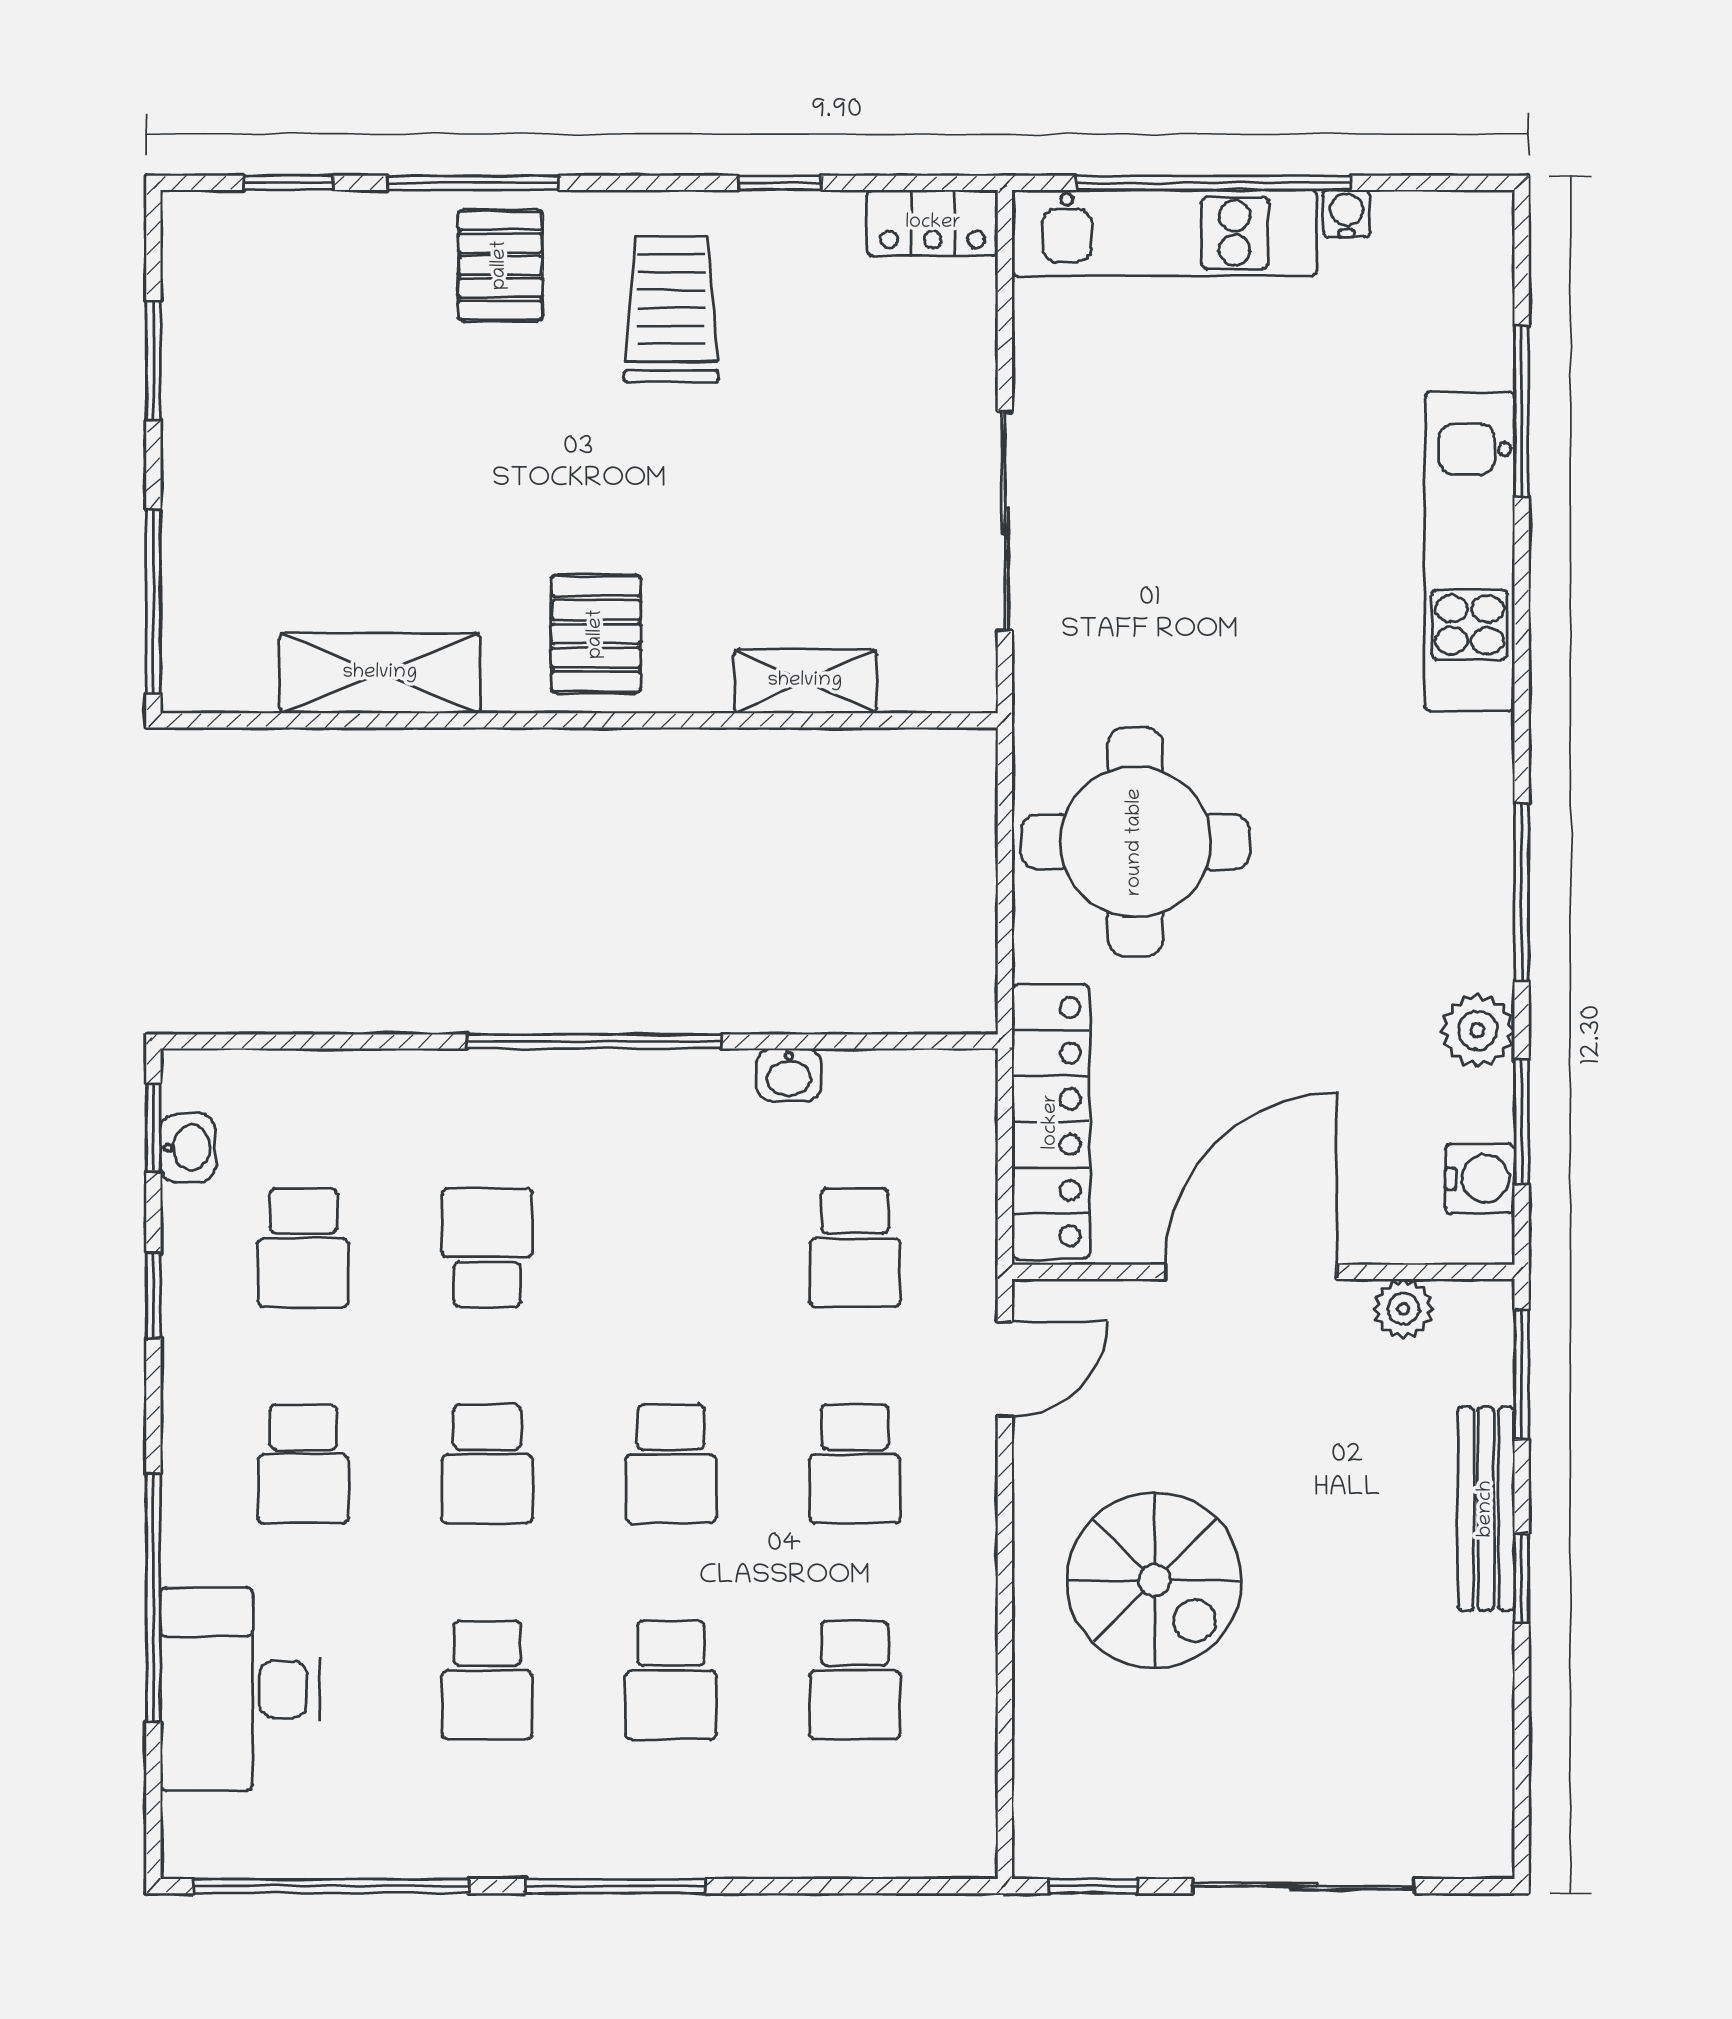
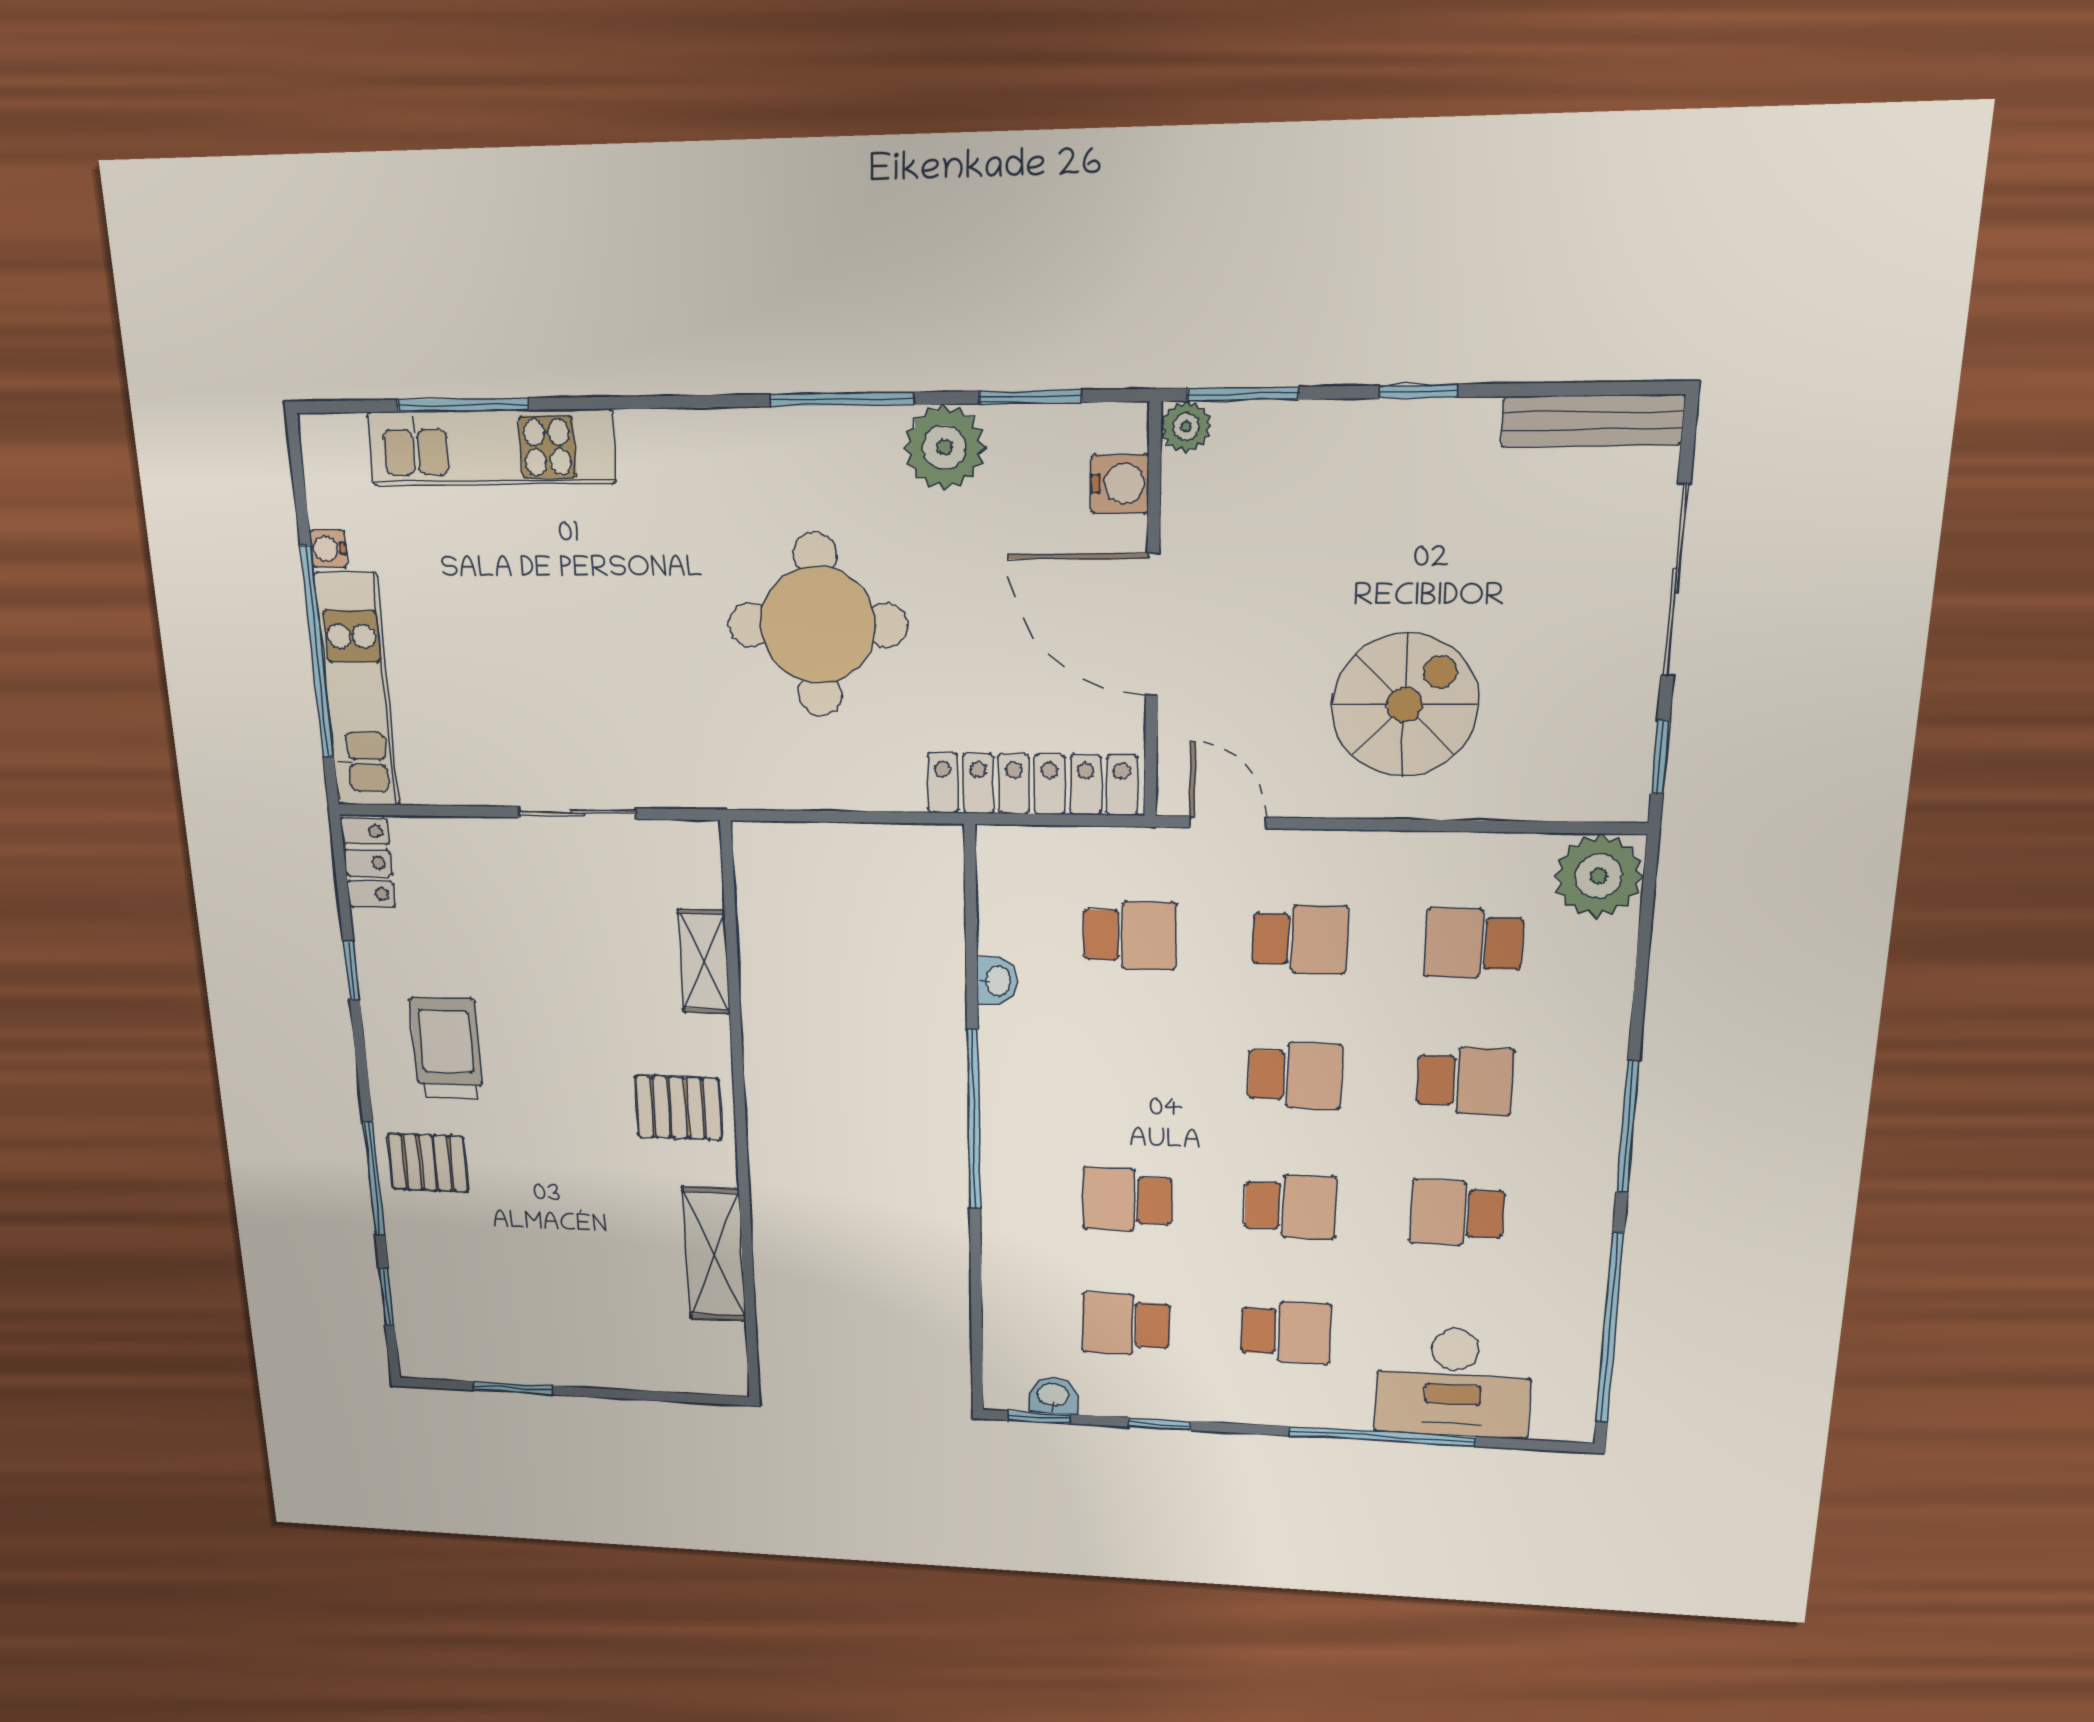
trolley: (671, 309) -> (447, 1048), turned 90
sliding door: (1005, 521) -> (577, 813), width x0.73
kitchen unit: (1470, 551) -> (491, 448), moved
window: (153, 602) -> (674, 1397), removed
round table: (1135, 842) -> (818, 625), moved
plant: (1478, 1030) -> (944, 447), width x1.36, depth x1.36
water cooler: (1480, 1179) -> (1120, 484), moved, turned 90
school desk: (303, 1248) -> (1126, 1324), turned 180
plant: (1403, 1309) -> (1186, 427), moved
bench: (1486, 1509) -> (1592, 421), moved
school desk: (487, 1680) -> (1457, 1213), turned 180
school desk: (855, 1680) -> (1474, 943), turned 180
plant: (944, 1825) -> (1599, 876), added

